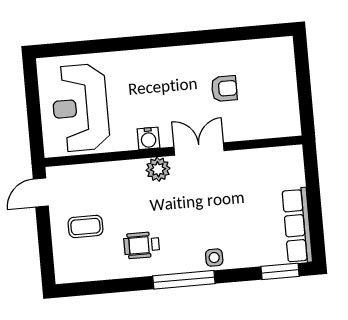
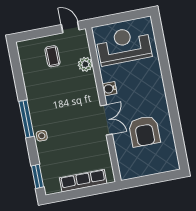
armchair: (224, 89) -> (144, 131), width x1.88, depth x1.88
plant: (158, 169) -> (85, 64), moved
row of seats: (297, 225) -> (83, 181), moved
wheelchair: (142, 245) -> (45, 91), removed

